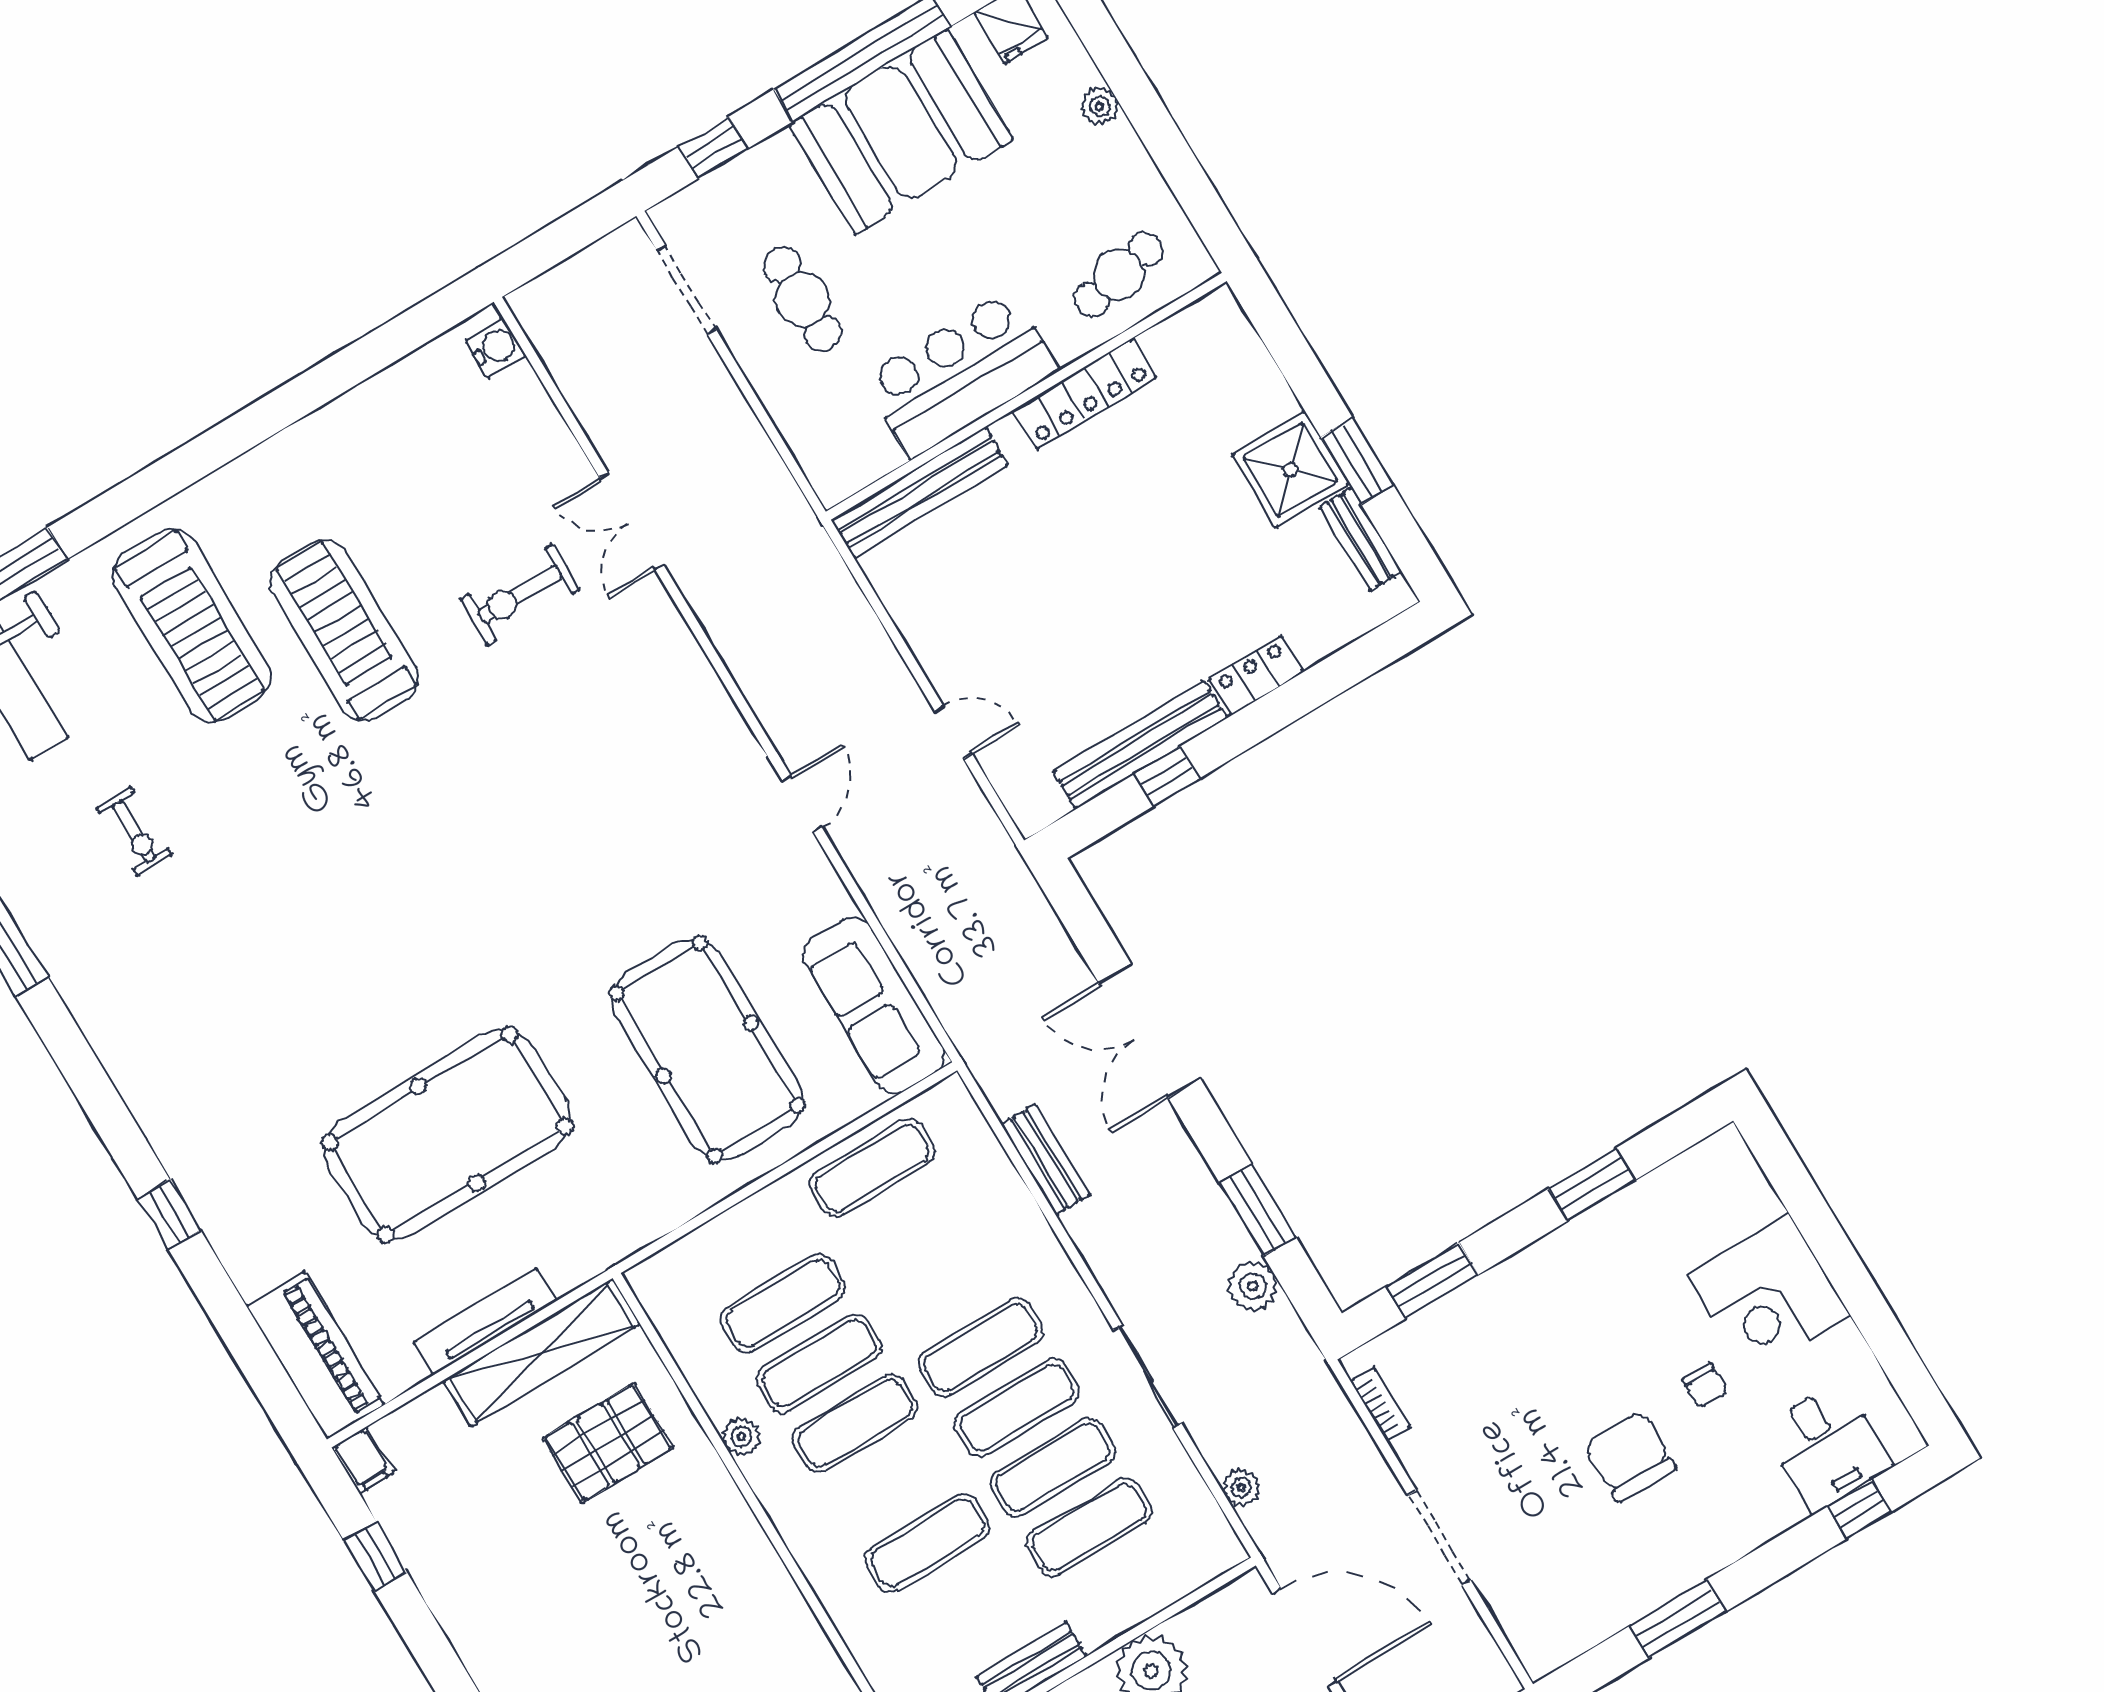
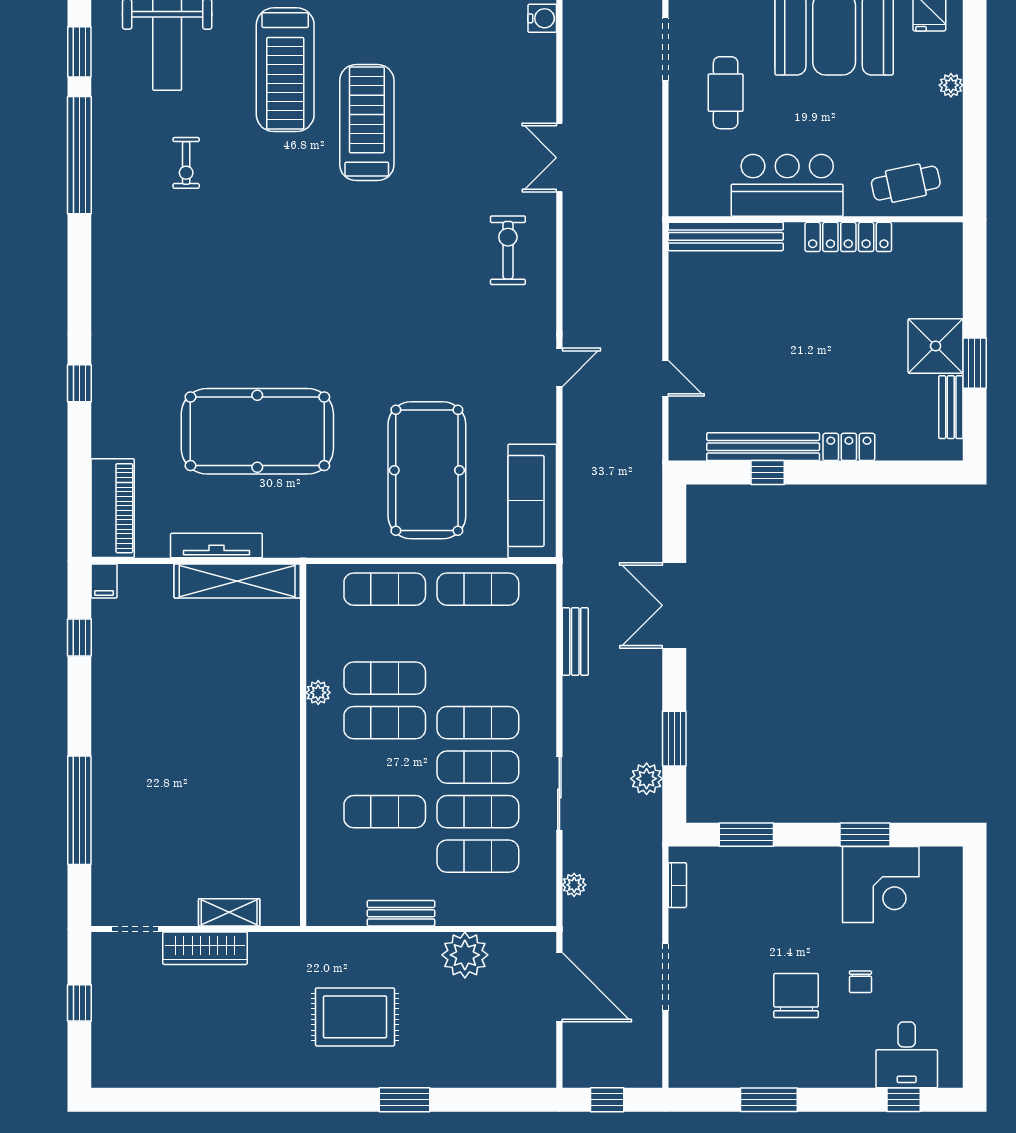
exercise bike: (520, 595) -> (508, 250), moved, turned 90
corner desk: (1769, 1295) -> (881, 885), moved, turned -90
exercise mat: (783, 1303) -> (385, 589), moved
pallet: (608, 1443) -> (243, 652), removed

